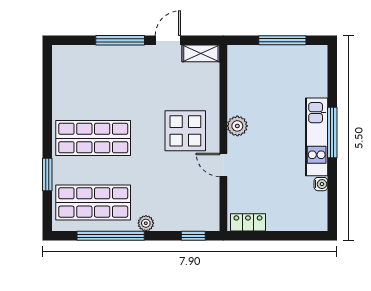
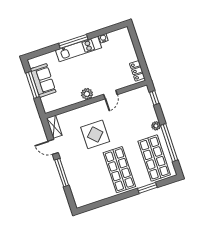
sofa: (284, 60) -> (43, 80), added
display table: (185, 131) -> (95, 134), moved

